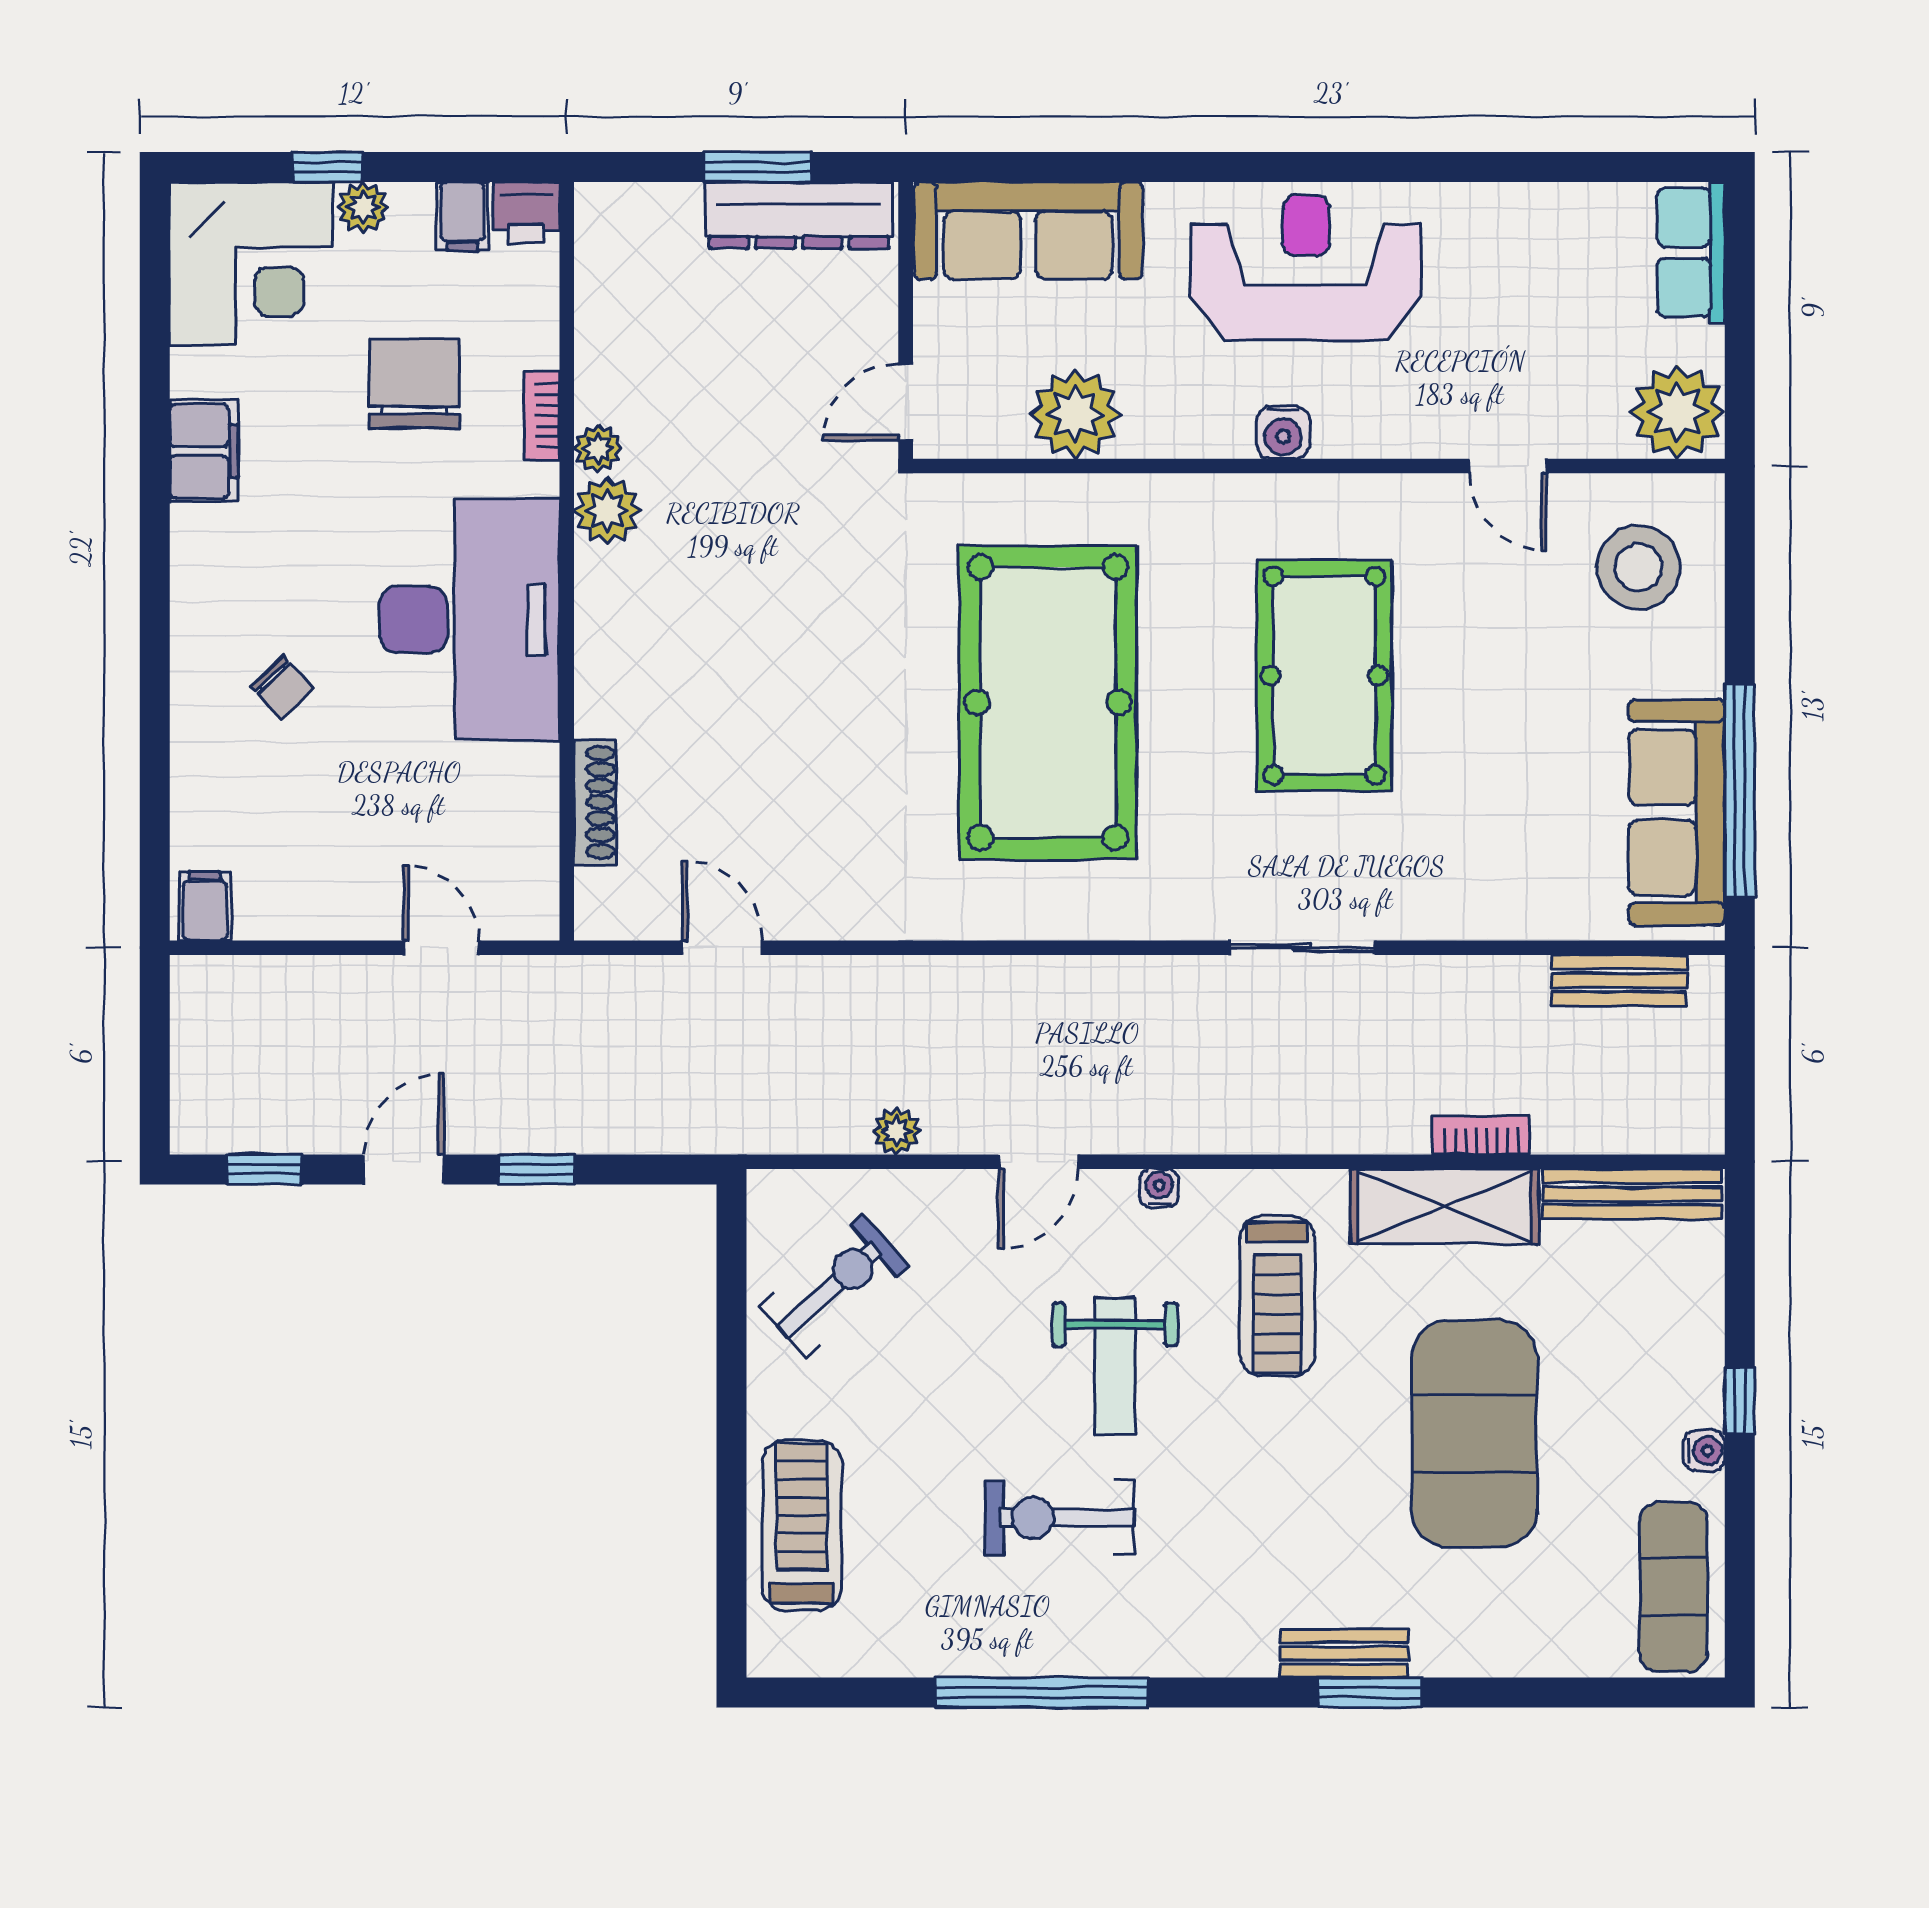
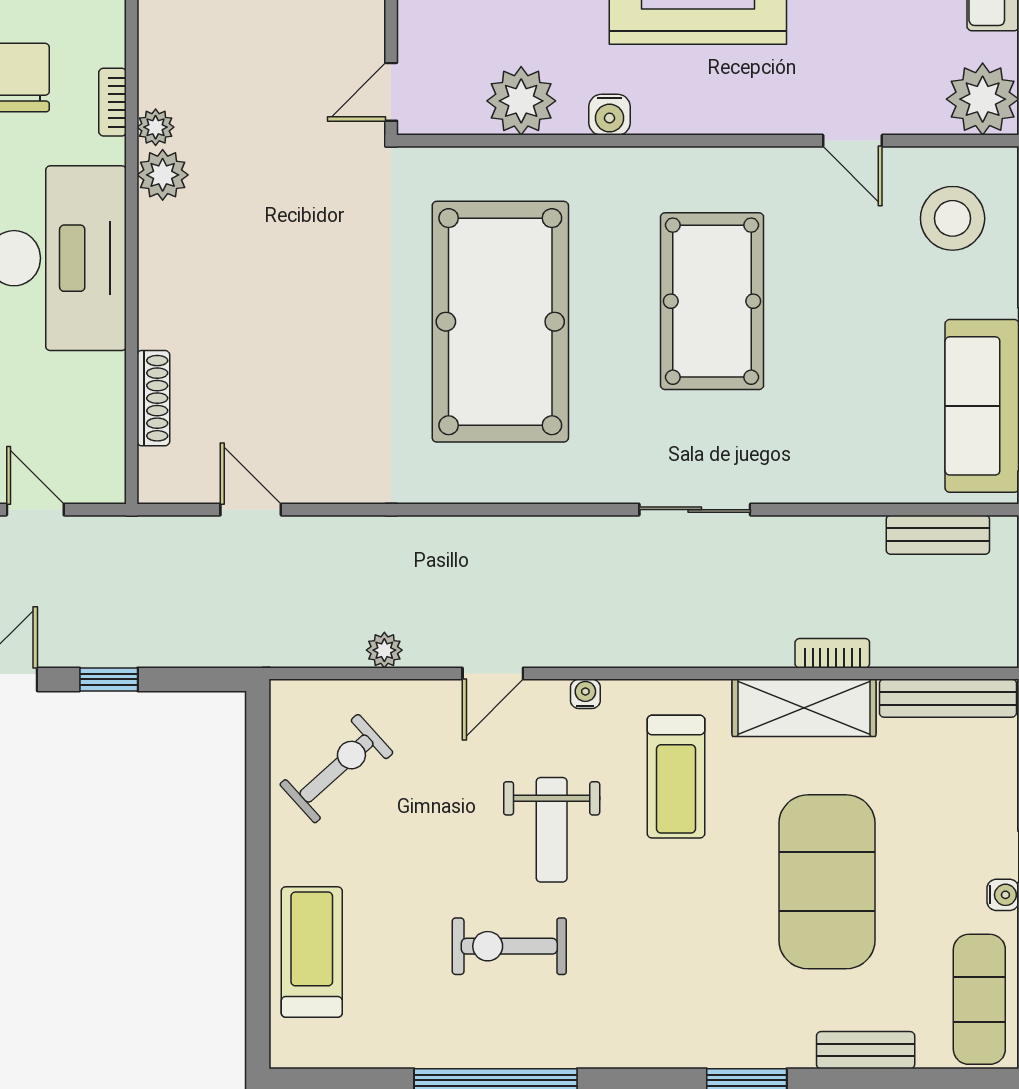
water cooler: (1283, 432) -> (610, 115), moved
bench: (1344, 1653) -> (866, 1050), moved

